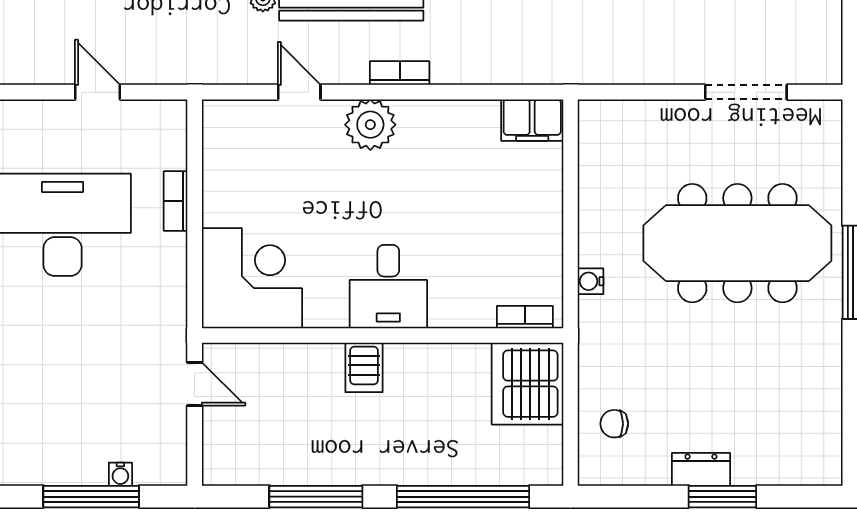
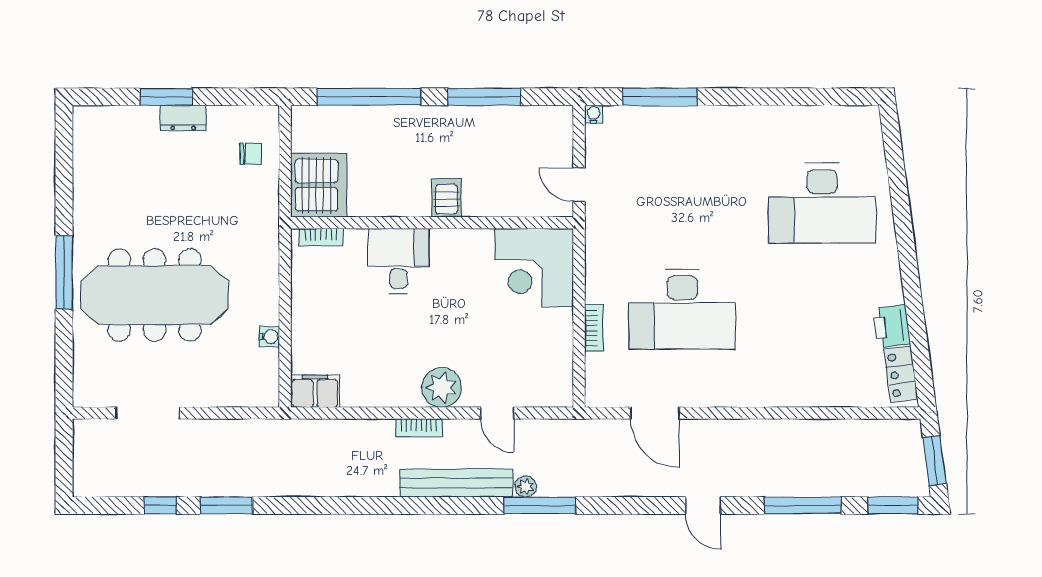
door: (98, 92) -> (655, 413), width x1.38
water cooler: (591, 281) -> (269, 337), moved
desk: (388, 287) -> (398, 261), moved
water cooler: (120, 474) -> (594, 114), moved

